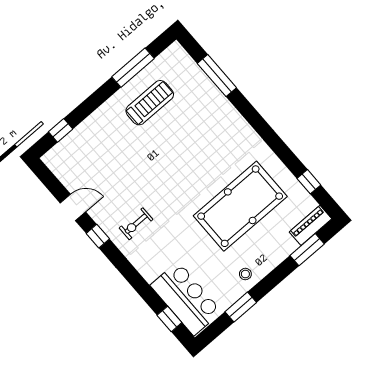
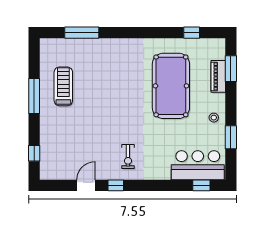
window: (133, 68) -> (34, 96), moved
piano: (310, 225) -> (218, 76), moved

